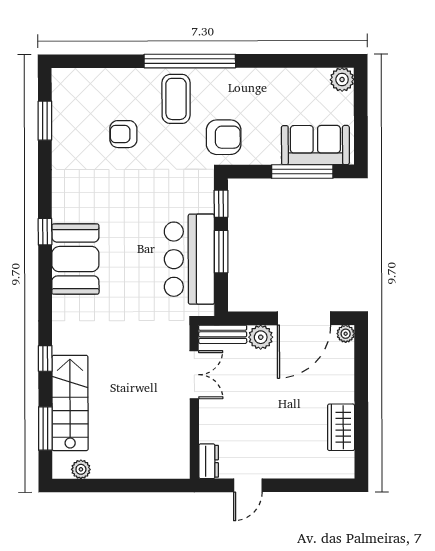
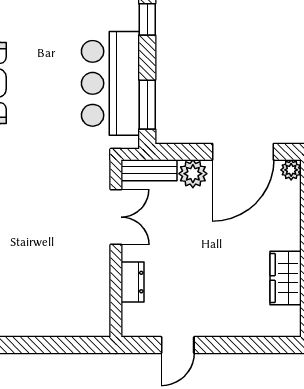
window: (221, 252) -> (147, 105), moved
dresser: (209, 461) -> (132, 282), moved

